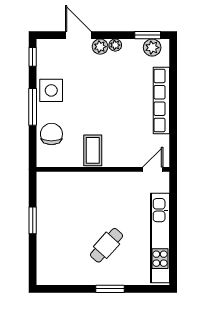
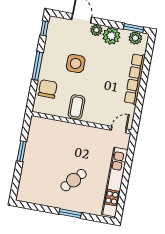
plant: (115, 45) -> (111, 36), width x1.88, depth x1.88
side table: (51, 90) -> (76, 63), moved

